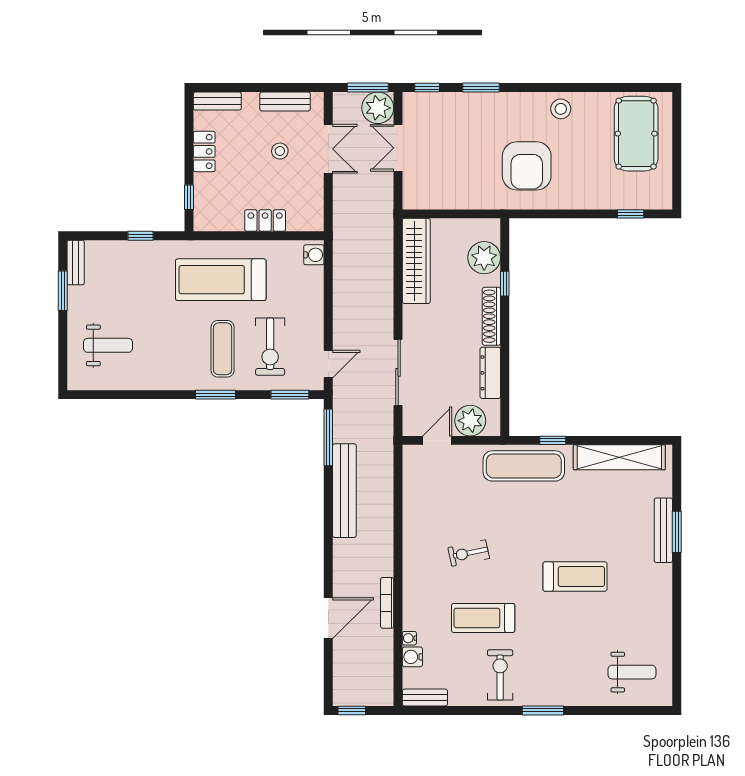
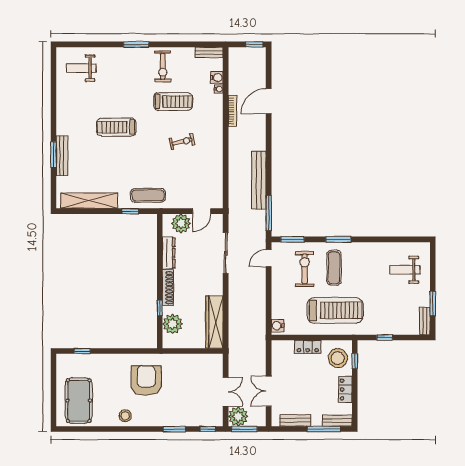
window: (239, 88) -> (324, 429), added
stool: (280, 151) -> (338, 358), moved, width x1.89, depth x1.89
exercise mat: (524, 466) -> (148, 195), width x0.73, depth x0.69

